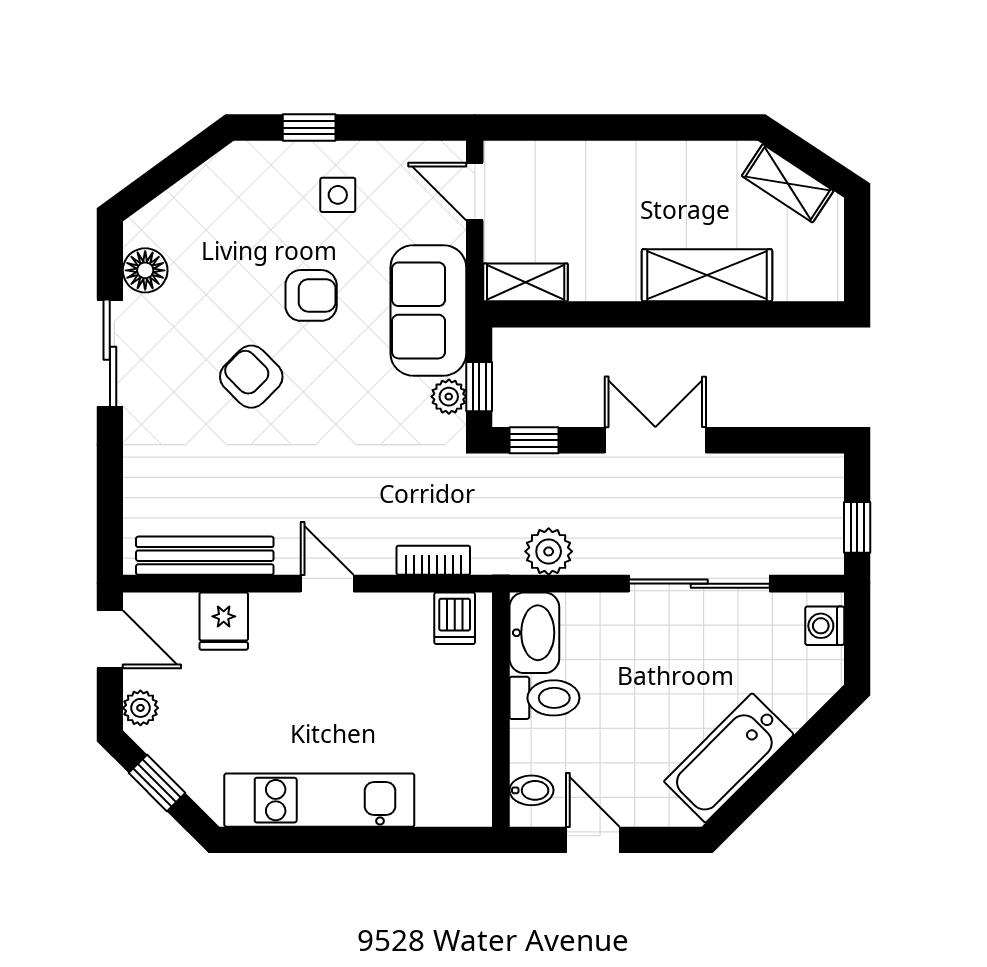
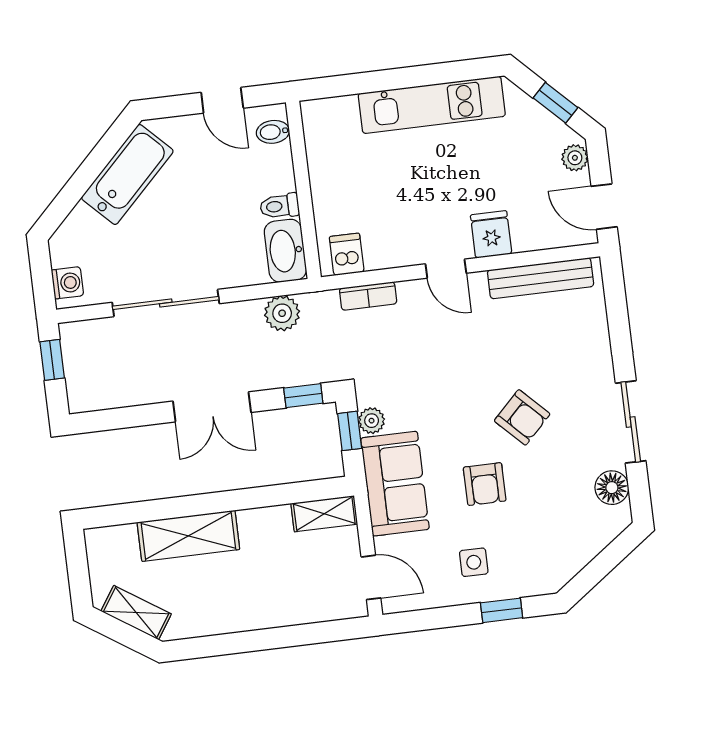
armchair: (311, 295) -> (485, 484), turned -90
fridge: (224, 621) -> (491, 234), moved
toilet: (544, 698) -> (280, 206), width x0.73, depth x0.72

